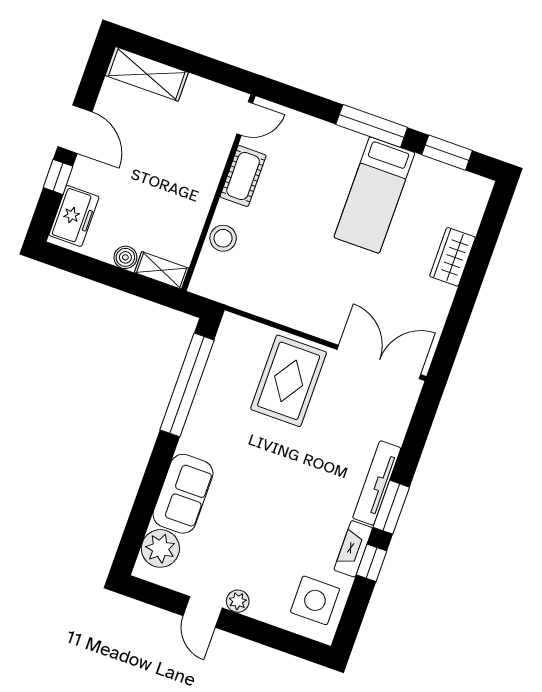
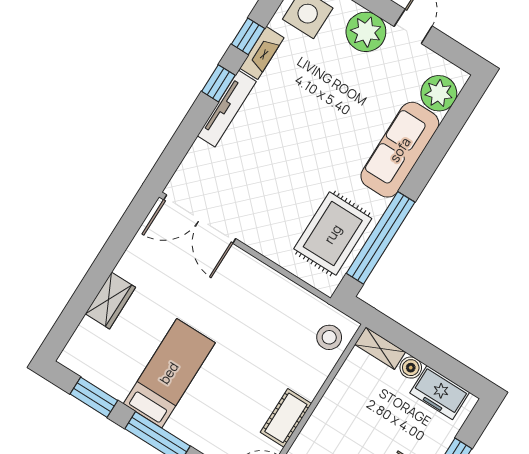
freezer: (74, 216) -> (440, 393), moved, turned -90
stool: (223, 238) -> (329, 337), moved
rug: (289, 381) -> (333, 234), moved
sofa: (183, 494) -> (400, 150), width x1.36
window: (391, 507) -> (218, 83), width x0.67
plant: (238, 601) -> (366, 32), width x1.87, depth x1.87

